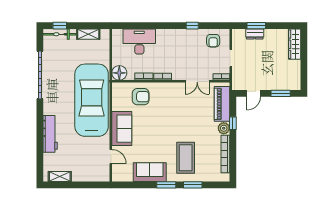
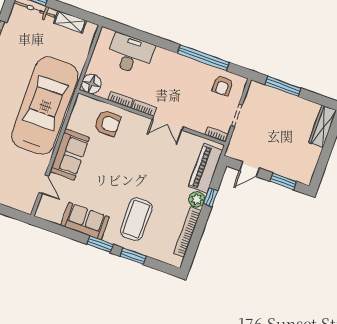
window: (192, 26) -> (203, 58), width x3.17
window: (256, 26) -> (283, 86), width x1.44
dresser: (255, 34) -> (277, 96), removed
double door: (197, 81) -> (168, 123), moved

